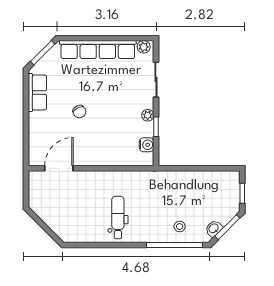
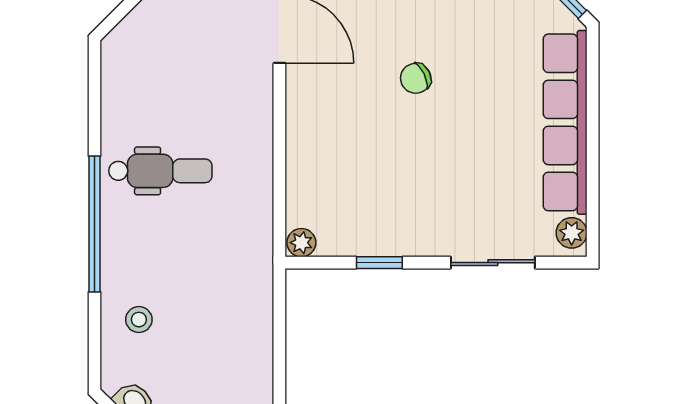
plant: (148, 115) -> (301, 243), moved
water cooler: (147, 145) -> (336, 240), removed
window: (174, 245) -> (94, 224), moved

